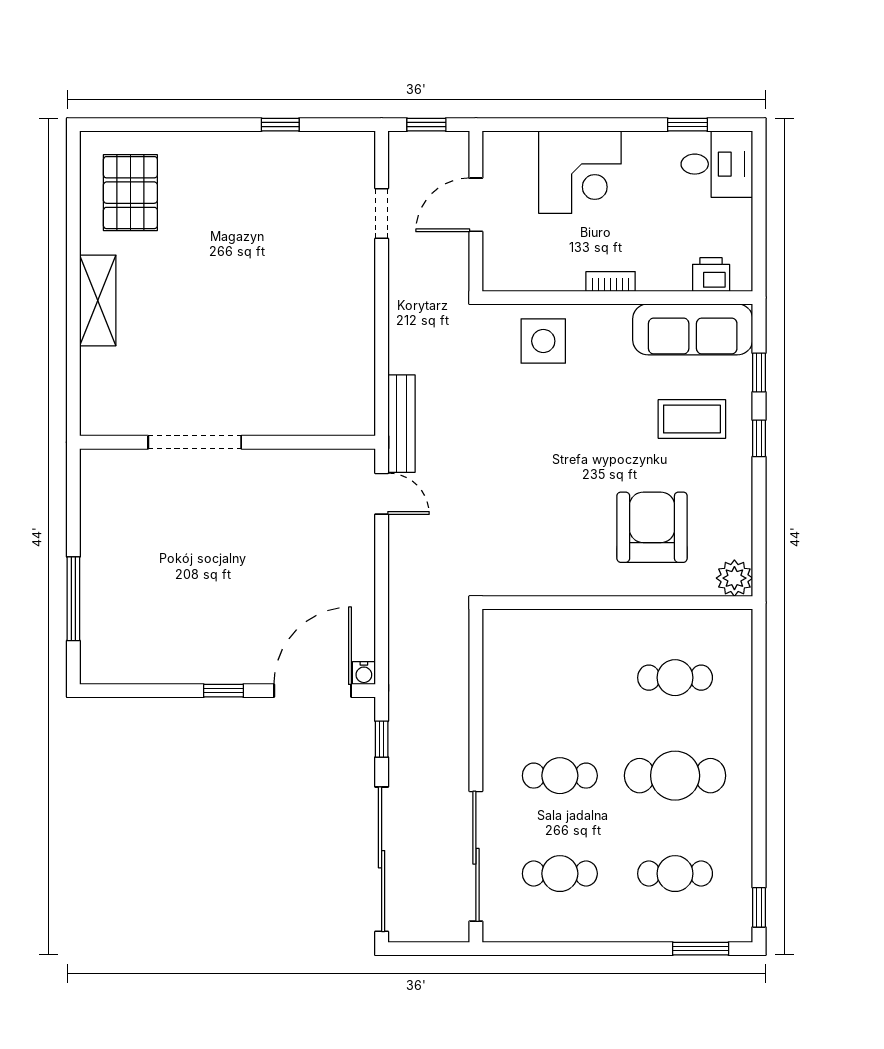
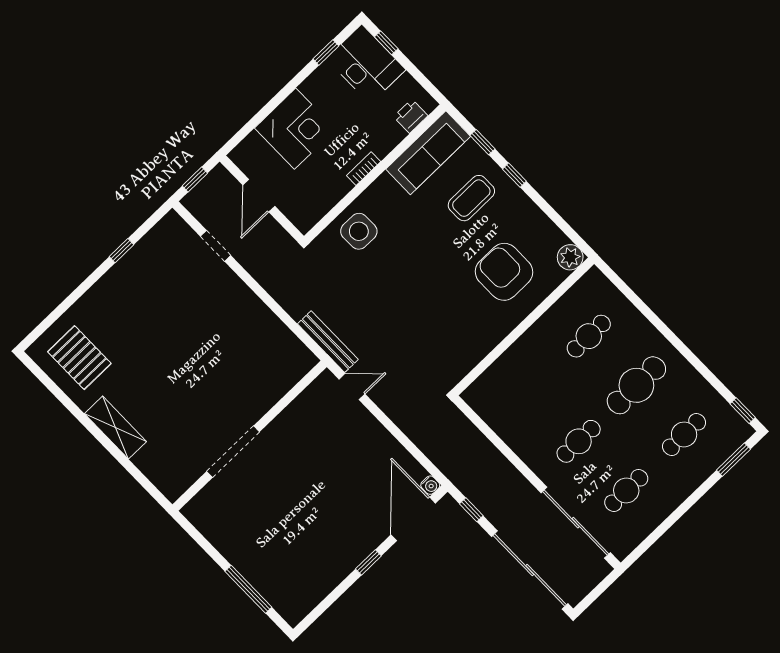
desk: (717, 164) -> (366, 64), width x1.37
window: (759, 175) -> (386, 43), added

